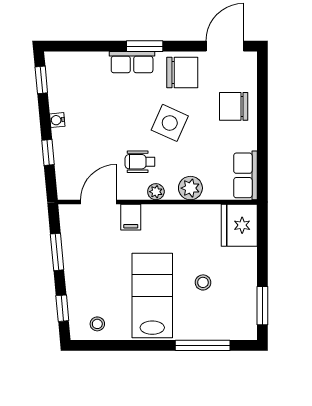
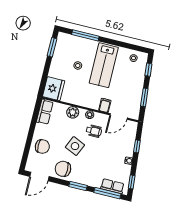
window: (83, 46) -> (107, 193), added
row of seats: (132, 62) -> (112, 186), moved

